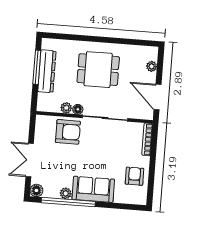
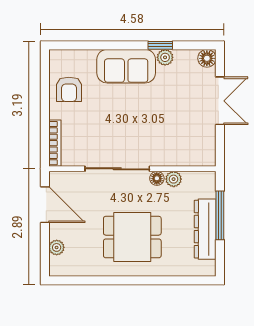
window: (37, 67) -> (220, 215), moved
armchair: (68, 132) -> (169, 145), removed
window: (68, 202) -> (160, 45), width x0.32

